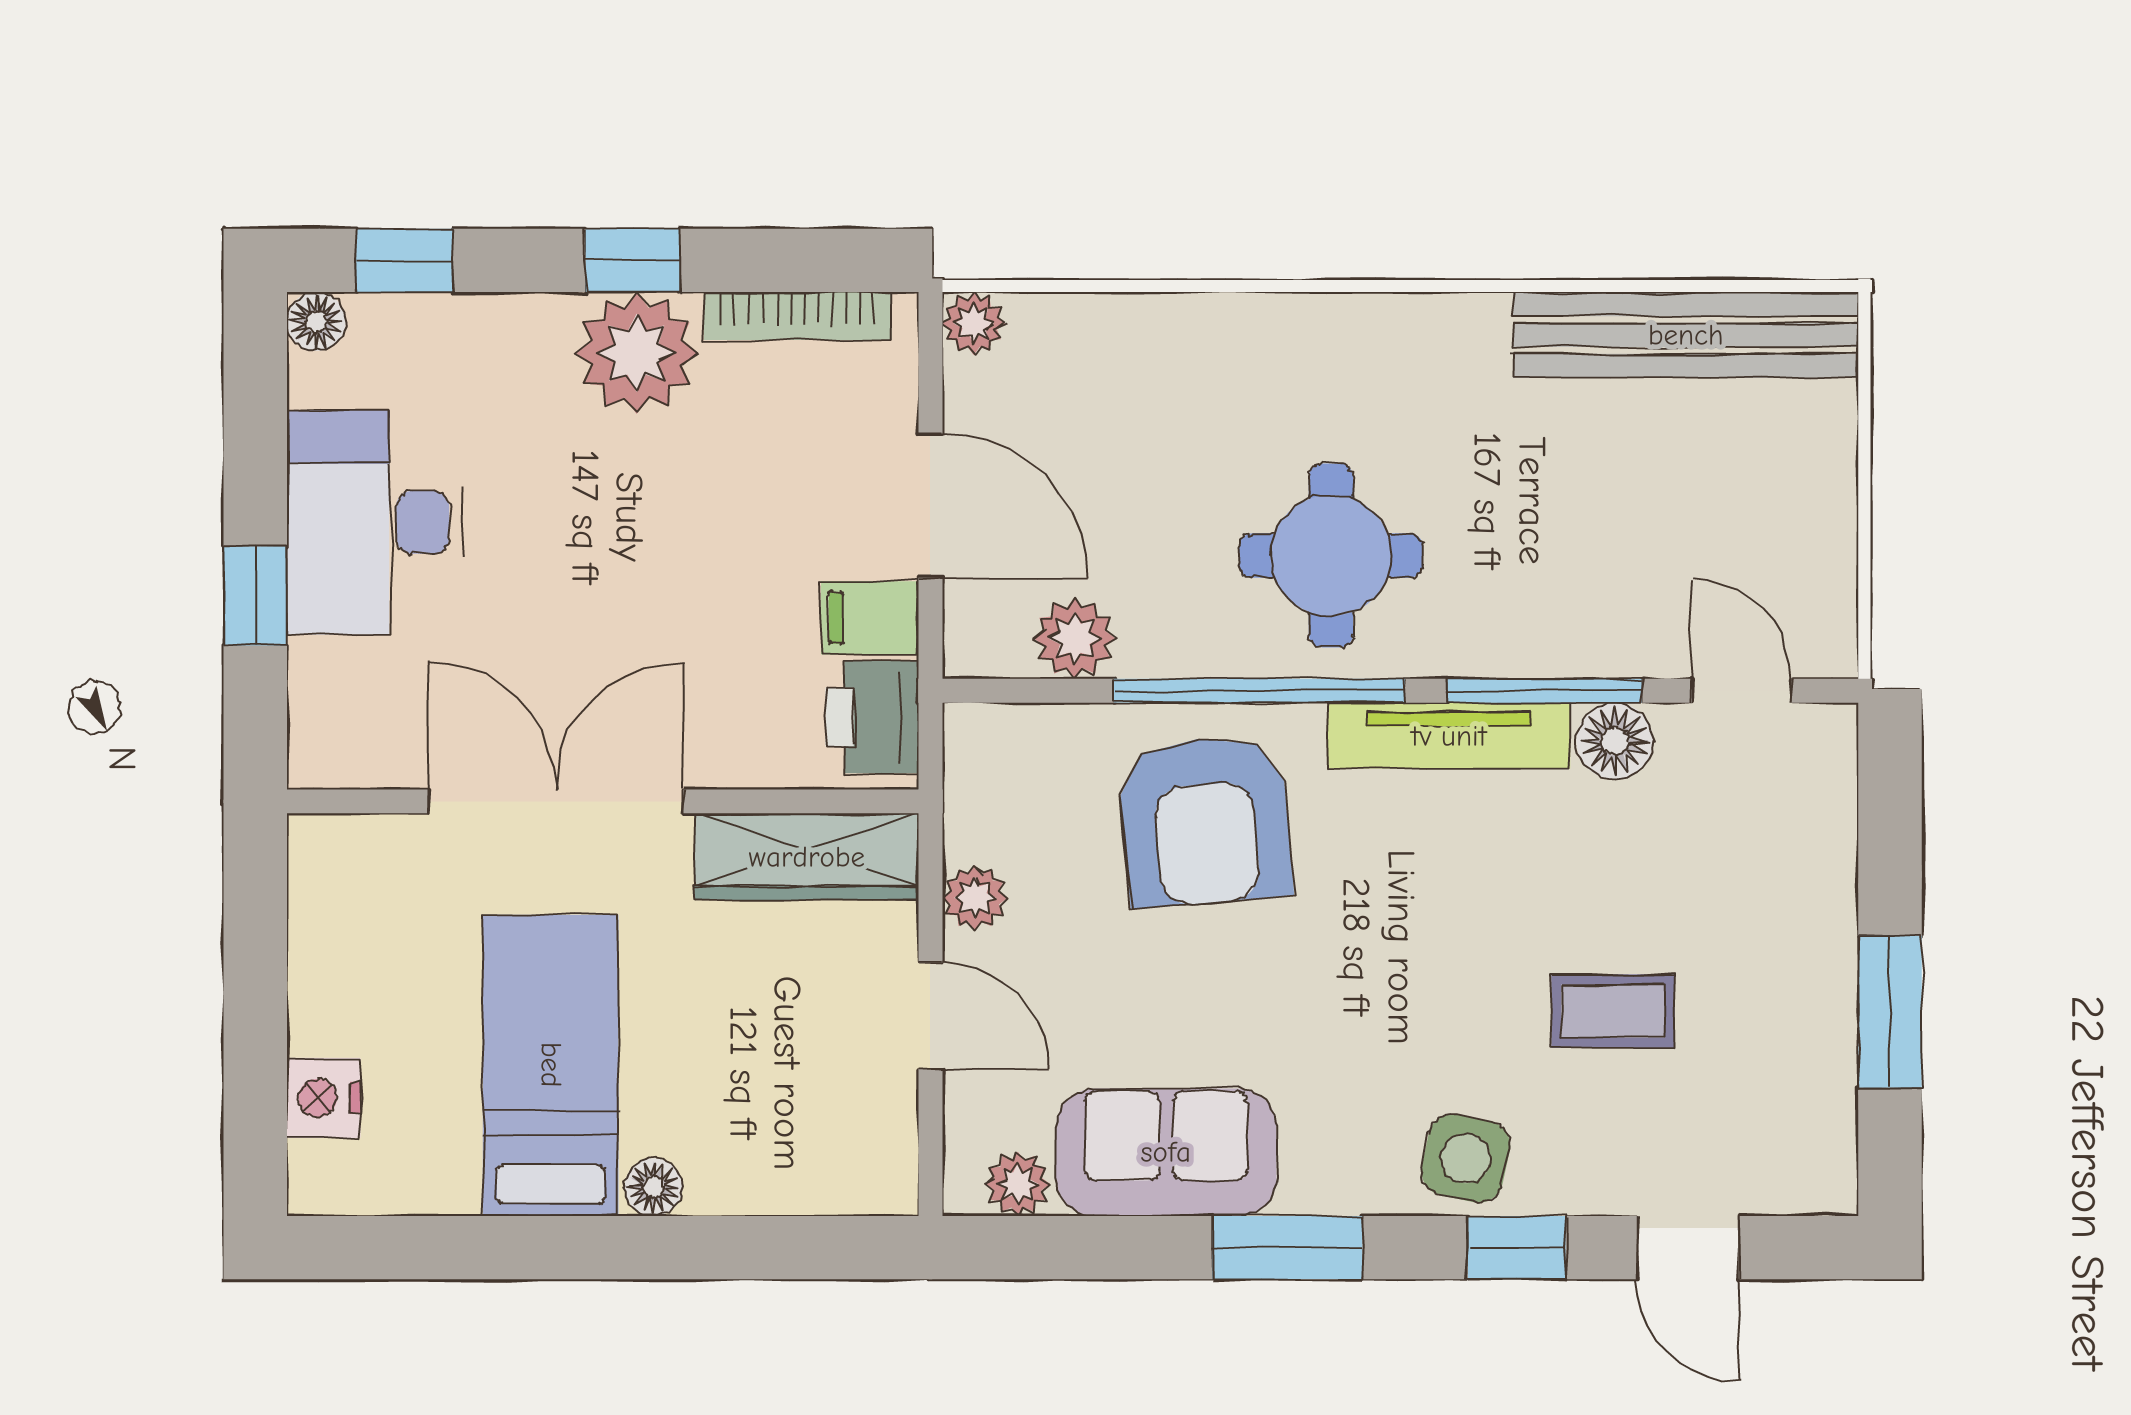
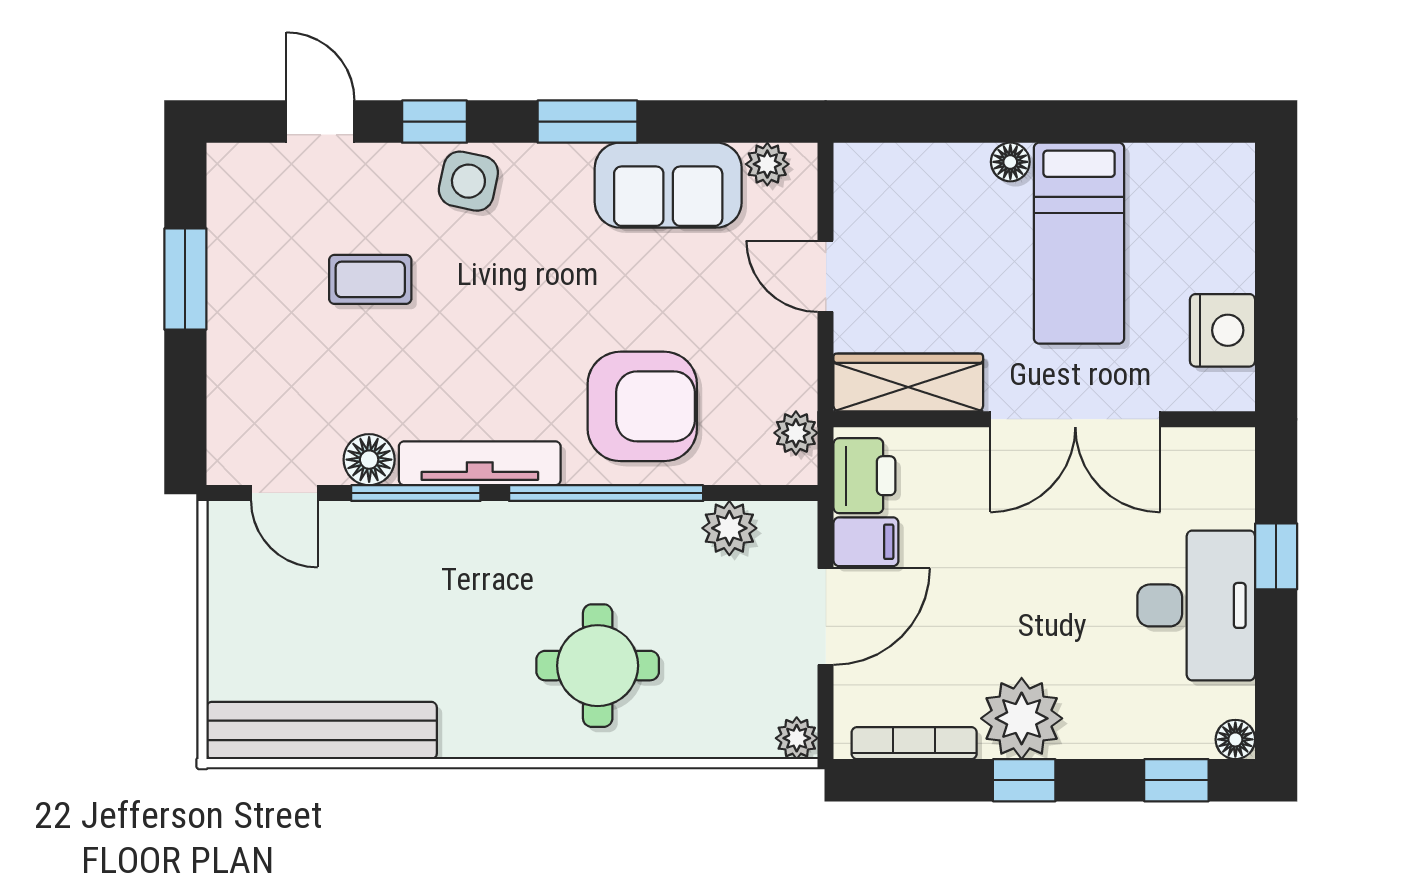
door: (930, 506) -> (826, 617), swing flipped
round table: (1331, 555) -> (598, 666), moved
armchair: (1205, 821) -> (642, 406), turned 95
plant: (975, 898) -> (796, 433), moved
nightstand: (324, 1098) -> (1222, 330), moved, width x1.36, depth x1.33

